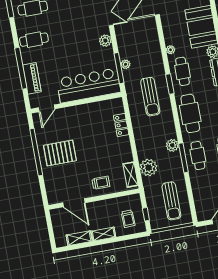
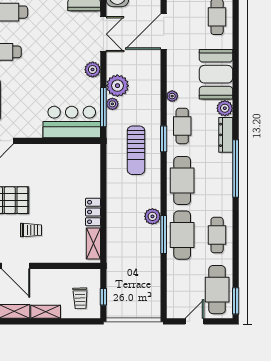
bar counter: (89, 85) -> (72, 122), width x0.73
locker: (121, 125) -> (93, 212), moved
cafe table: (198, 156) -> (182, 235), width x1.37, depth x1.35
plant: (149, 168) -> (117, 86), moved
trolley: (101, 183) -> (31, 230), moved
sun lounger: (171, 201) -> (139, 286), removed

